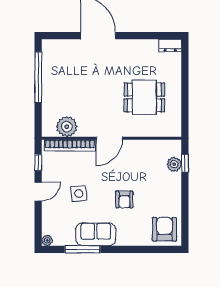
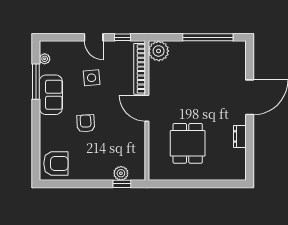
dresser: (170, 45) -> (240, 136), moved
plant: (67, 127) -> (159, 51), moved
armchair: (124, 199) -> (86, 123), turned 87
plant: (47, 240) -> (45, 59), moved

